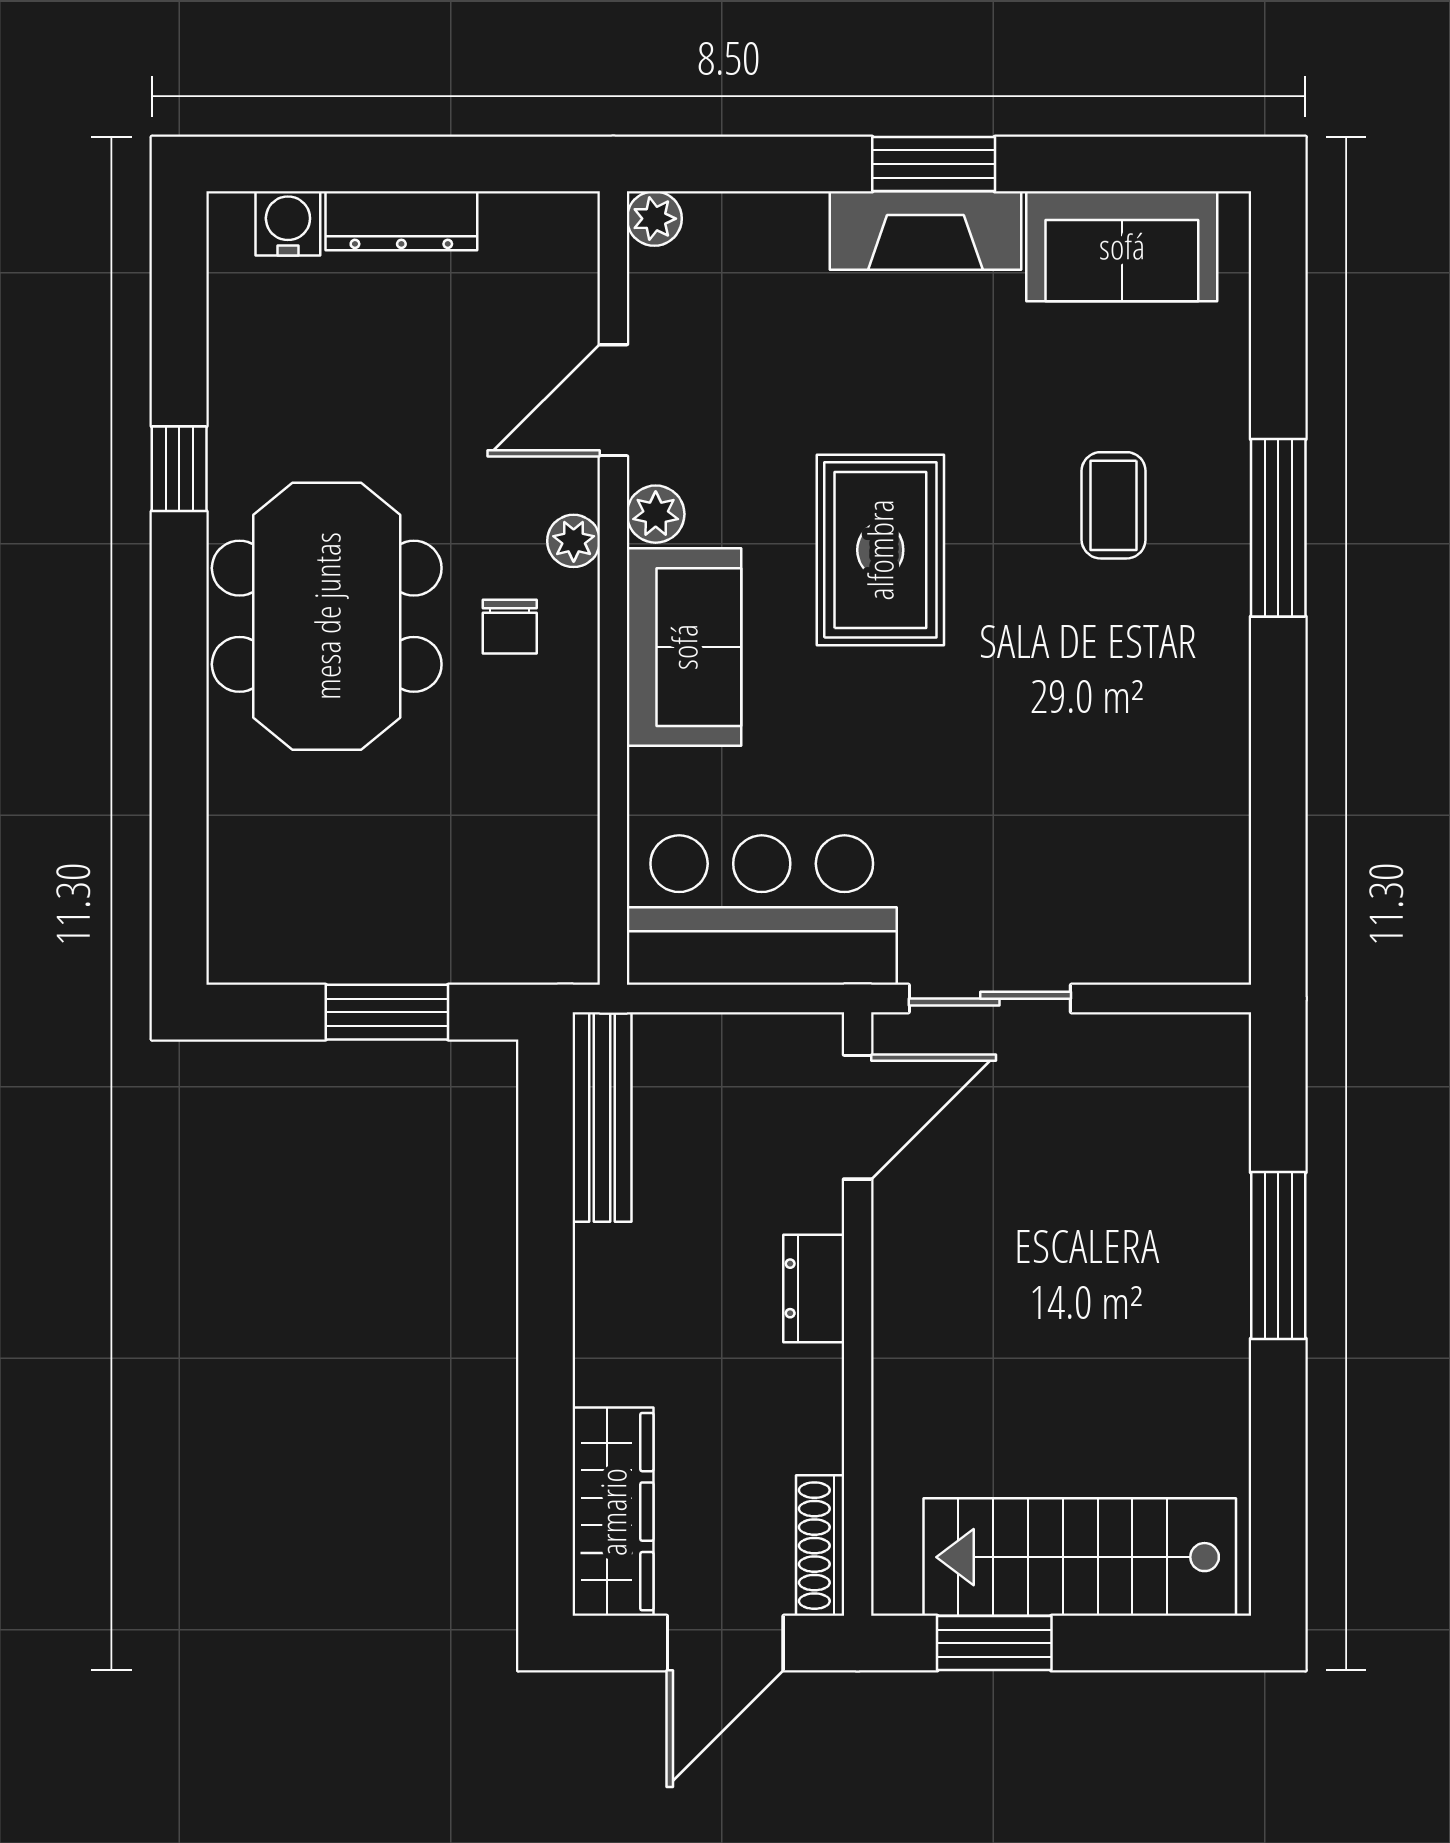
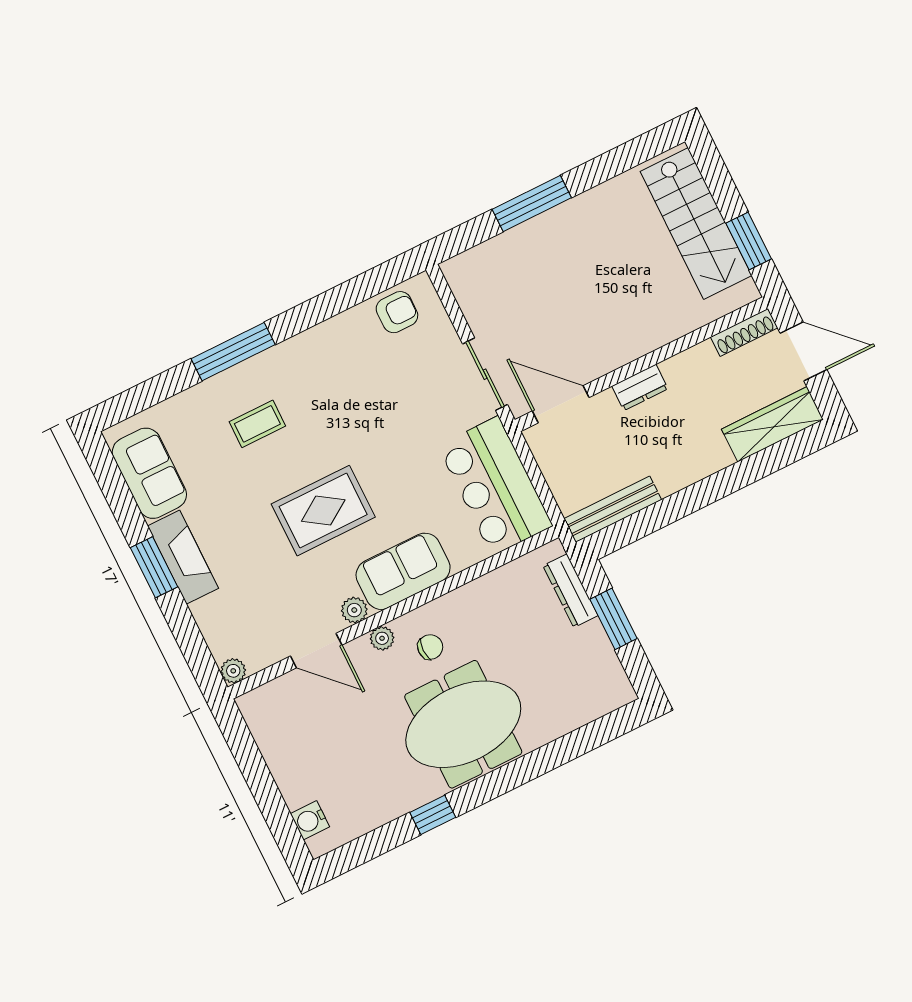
dresser: (401, 221) -> (570, 591), moved, turned 180
armchair: (1197, 887) -> (397, 312), added

